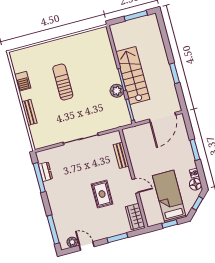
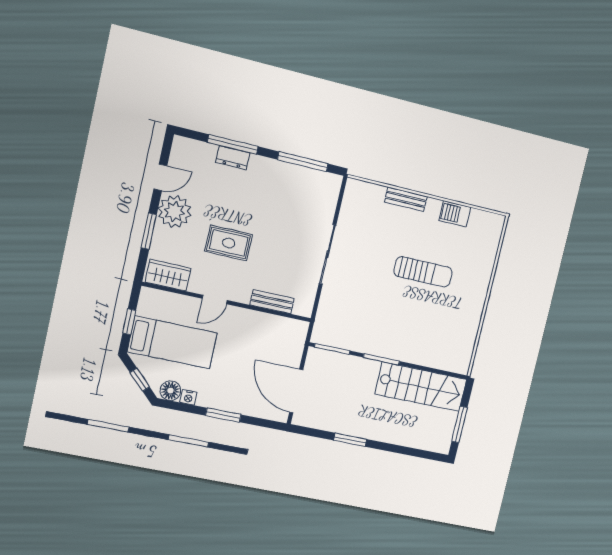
stairs: (133, 75) -> (421, 387), moved
plant: (117, 91) -> (369, 344), removed
dresser: (45, 172) -> (233, 158), moved
window: (53, 229) -> (233, 144), moved
plant: (72, 242) -> (174, 212), moved, width x1.88, depth x1.88

